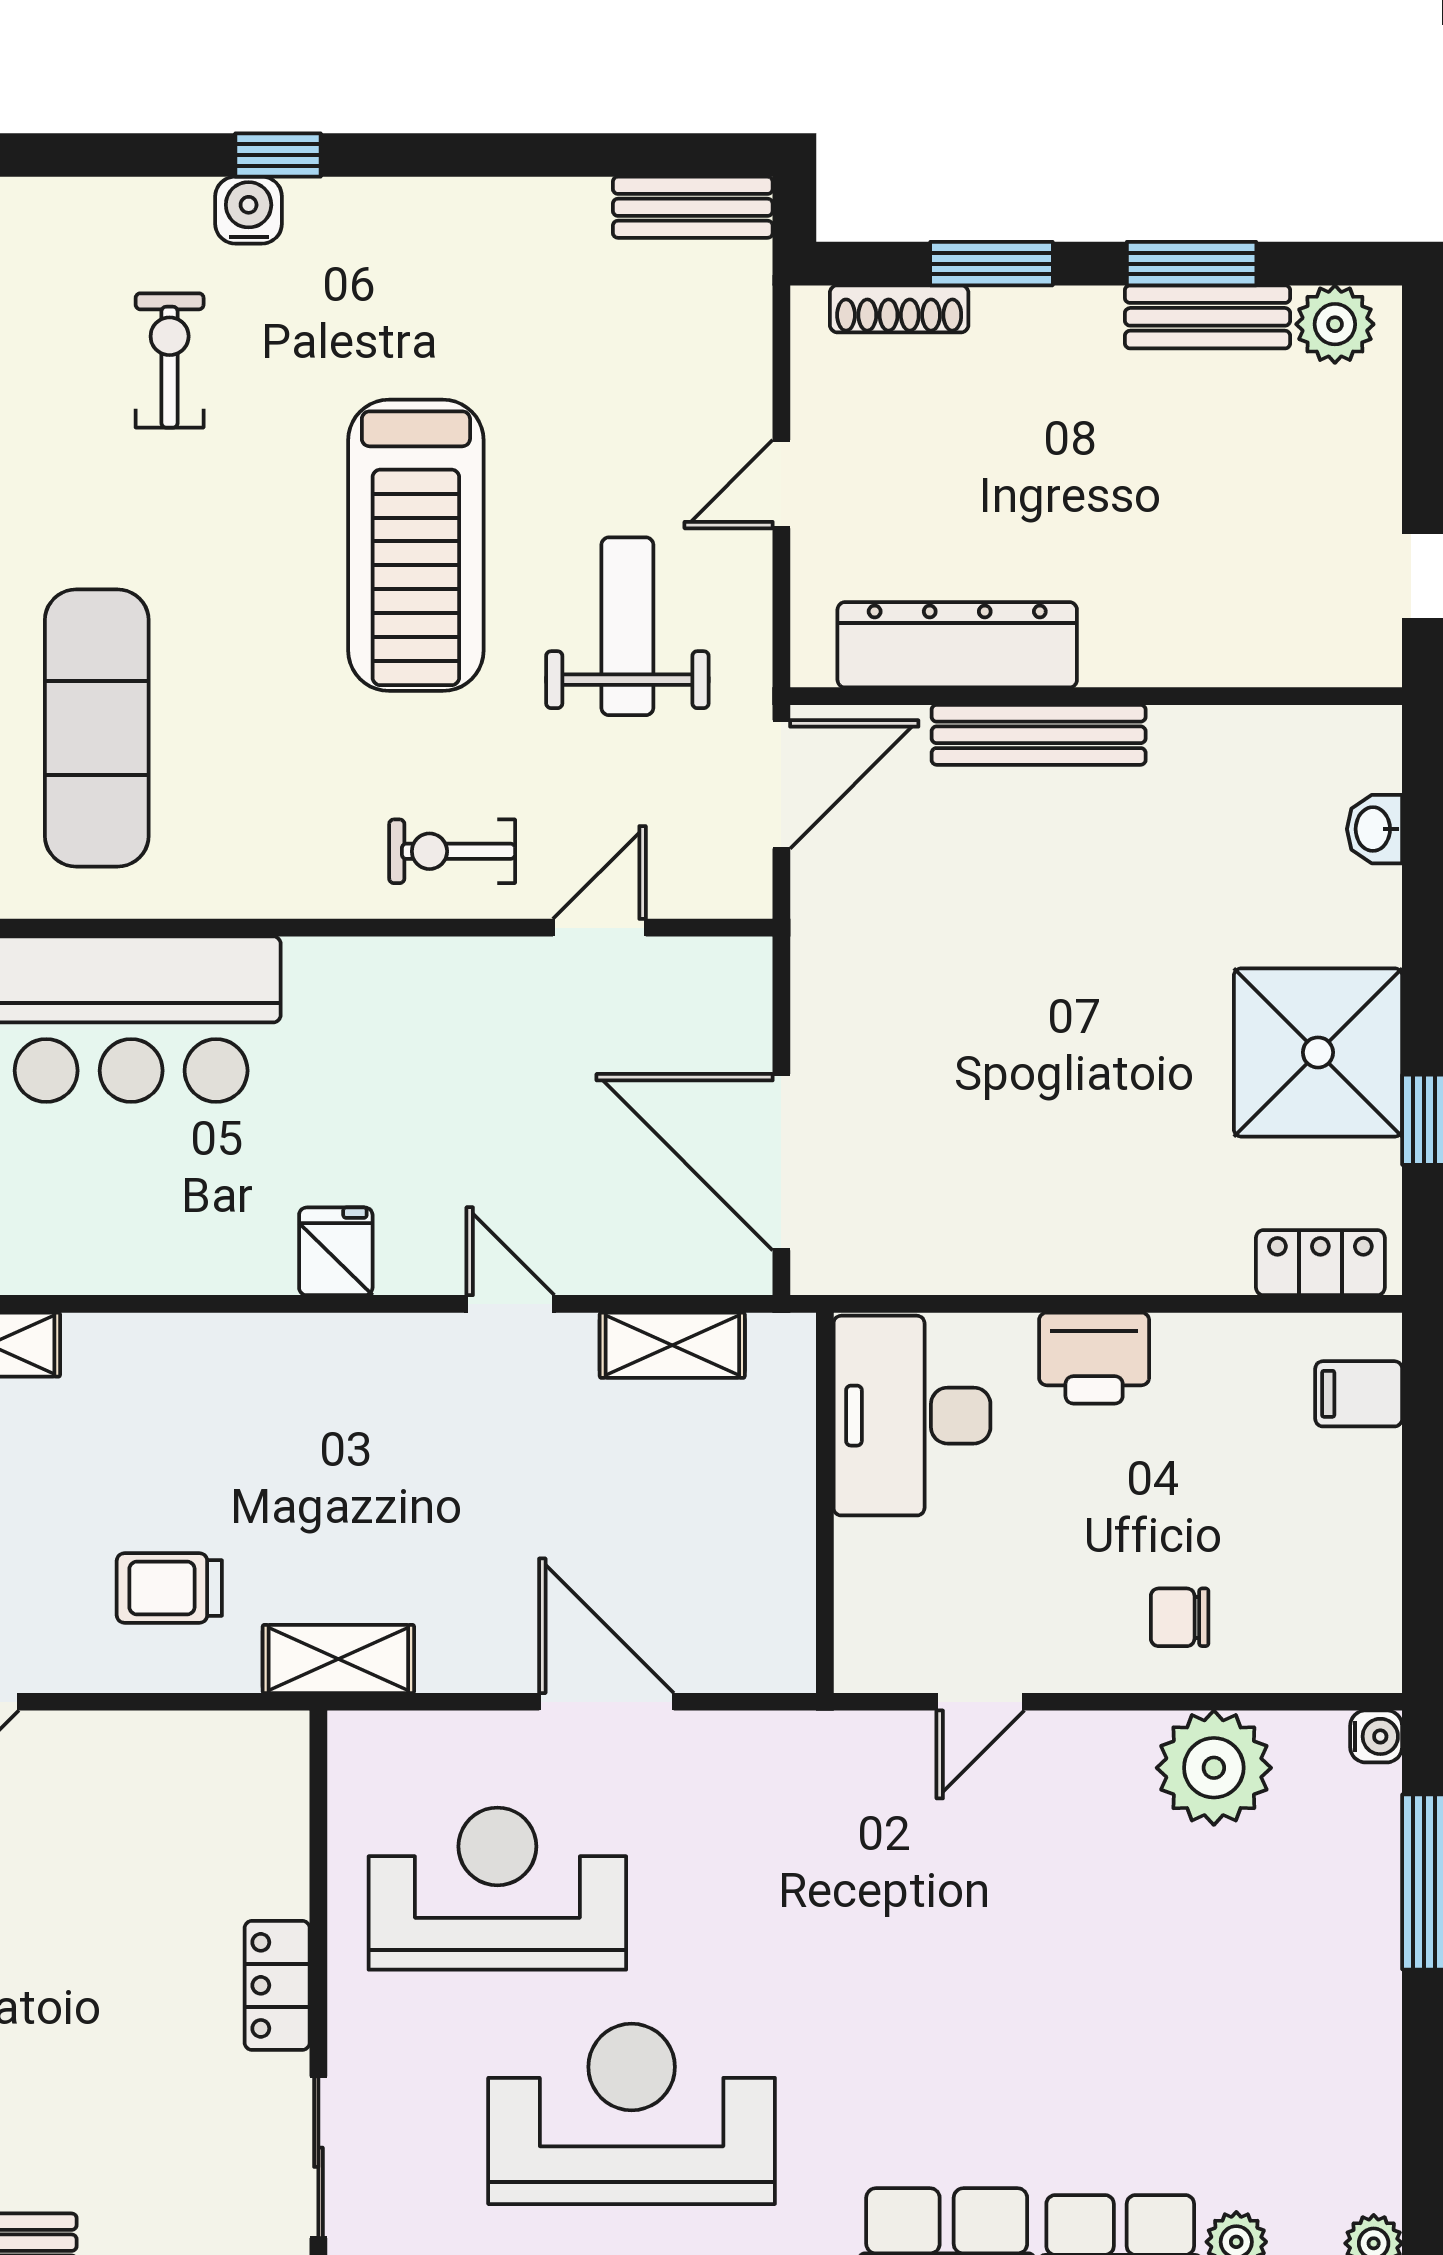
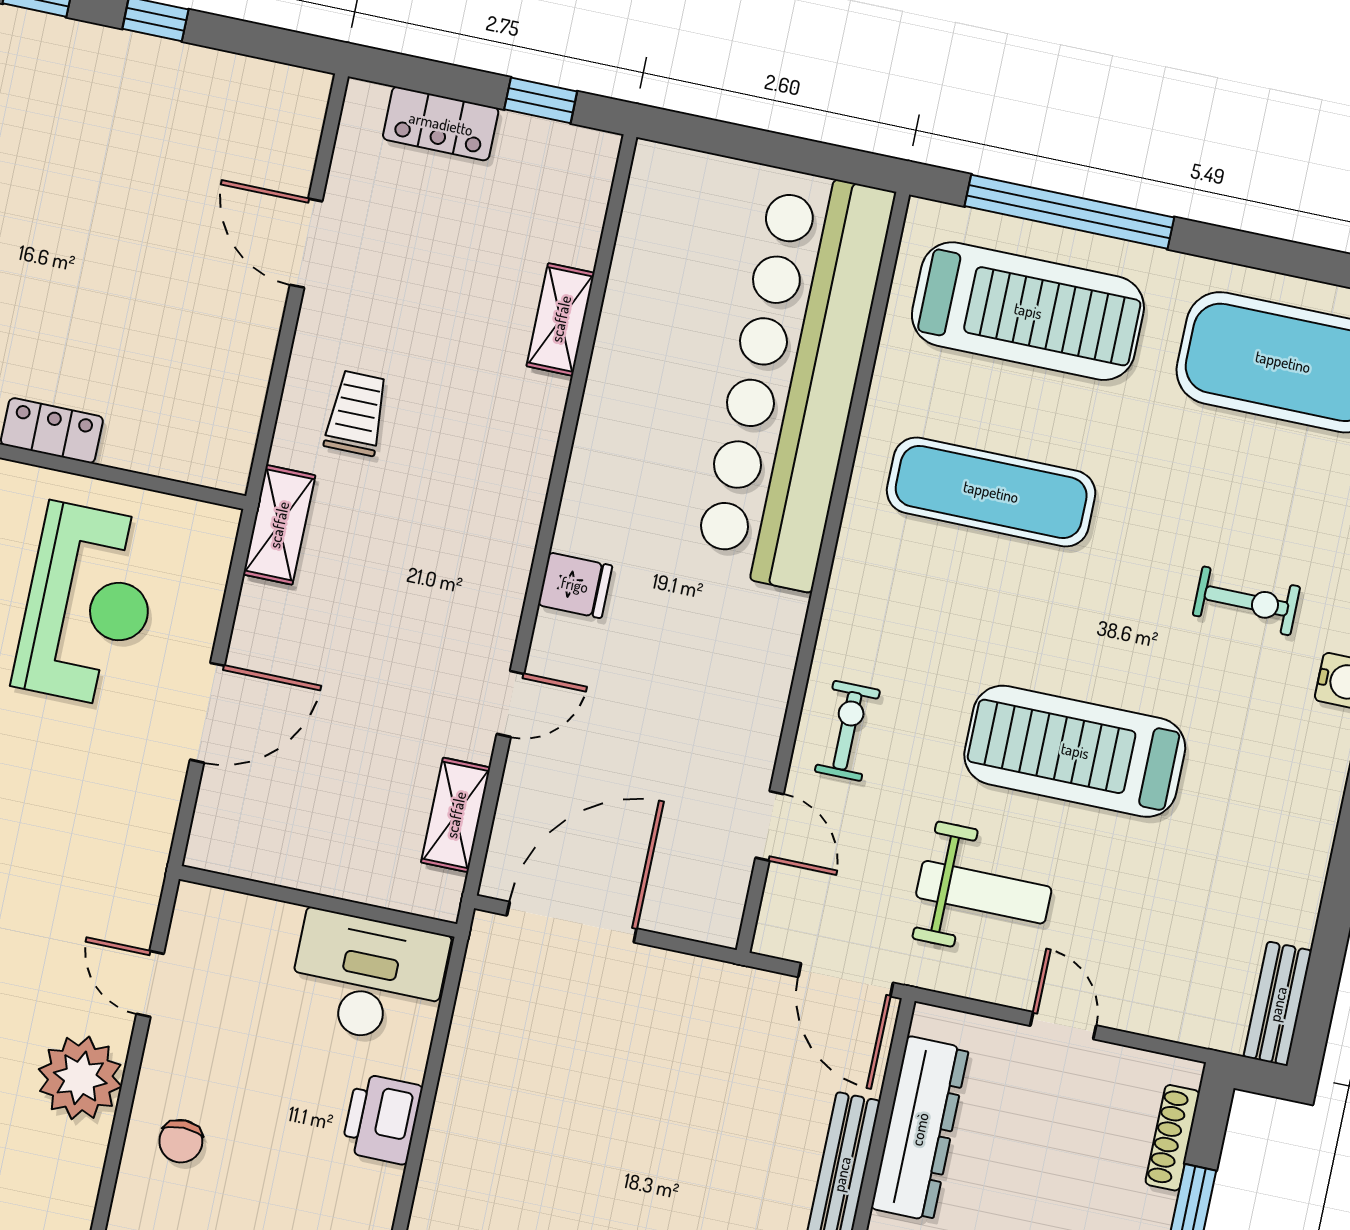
chair: (1180, 1617) -> (181, 1141), turned 180
plant: (1214, 1768) -> (80, 1078), moved

